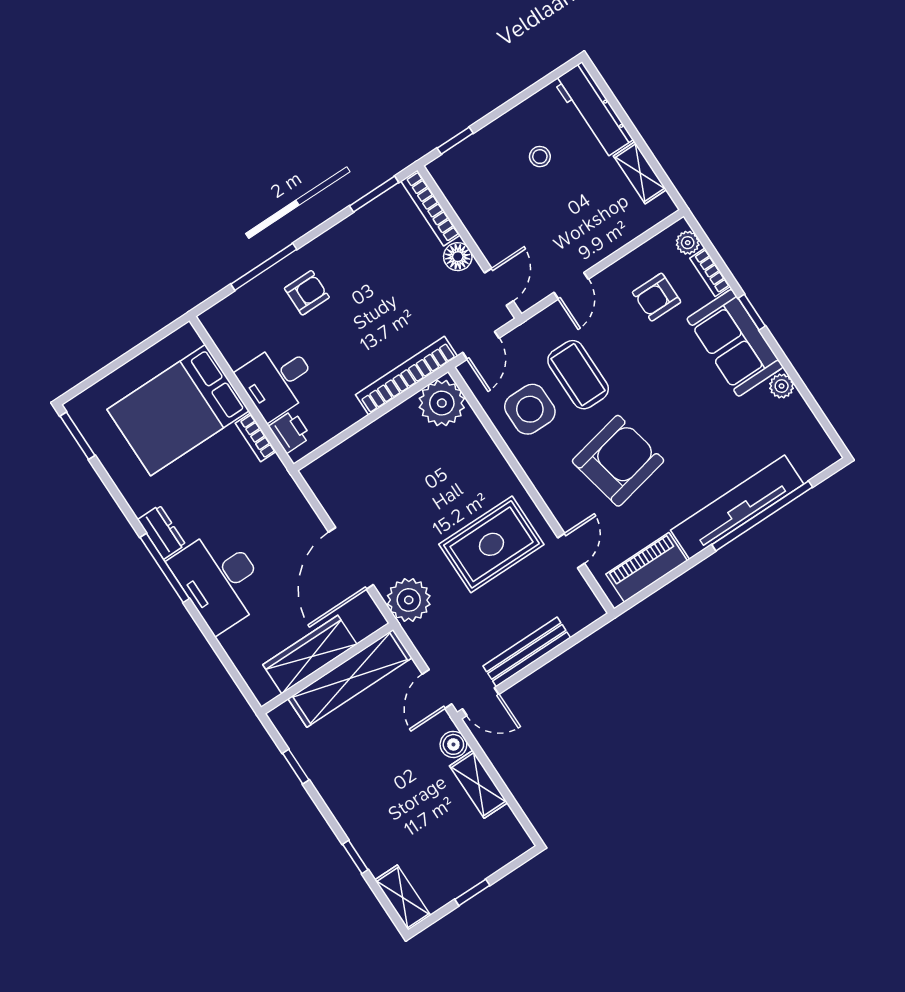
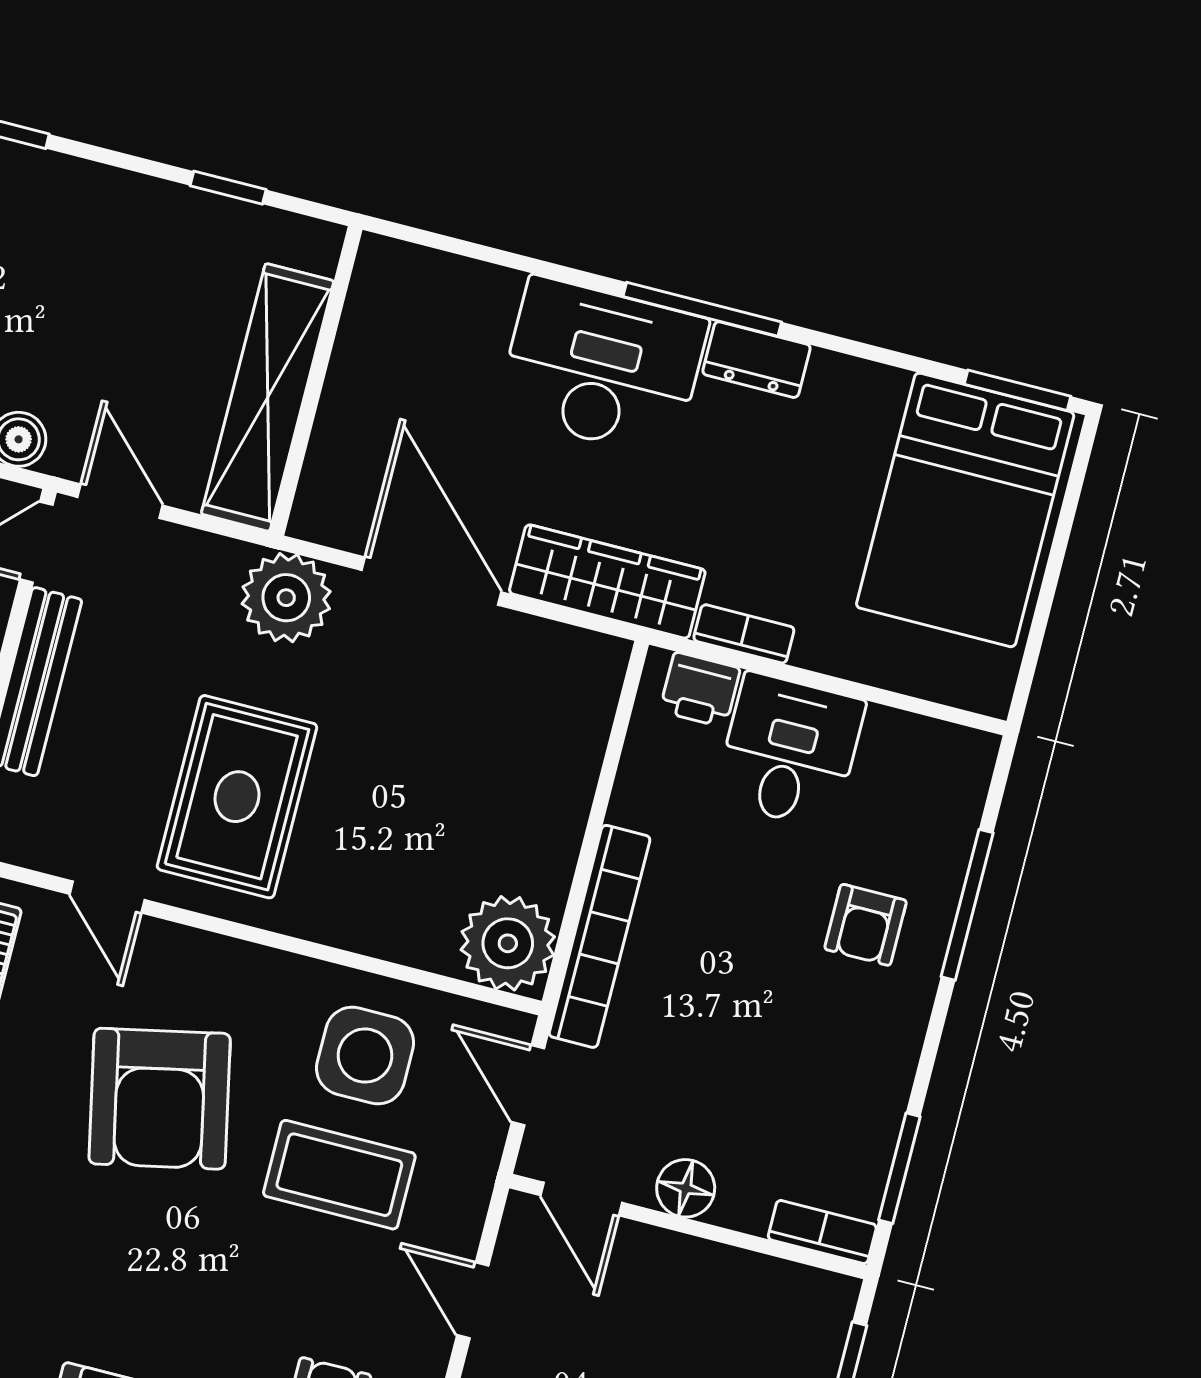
bookcase: (431, 208) -> (822, 1232), width x0.64
bed: (178, 410) -> (965, 510), moved, turned 180
wardrobe: (310, 654) -> (607, 582), moved, turned -90

